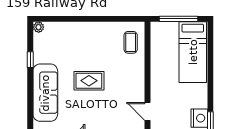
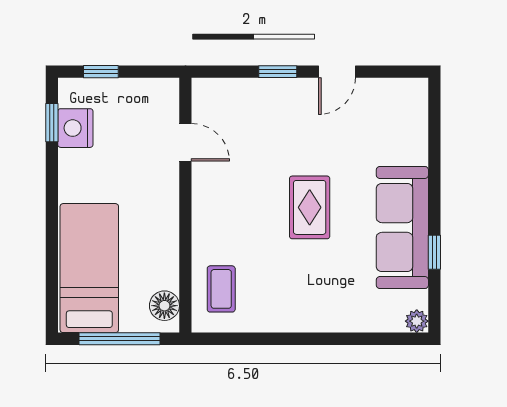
floor lamp: (157, 34) -> (164, 306), added
rug: (89, 81) -> (310, 207), turned 90
sofa: (45, 93) -> (402, 228), moved

